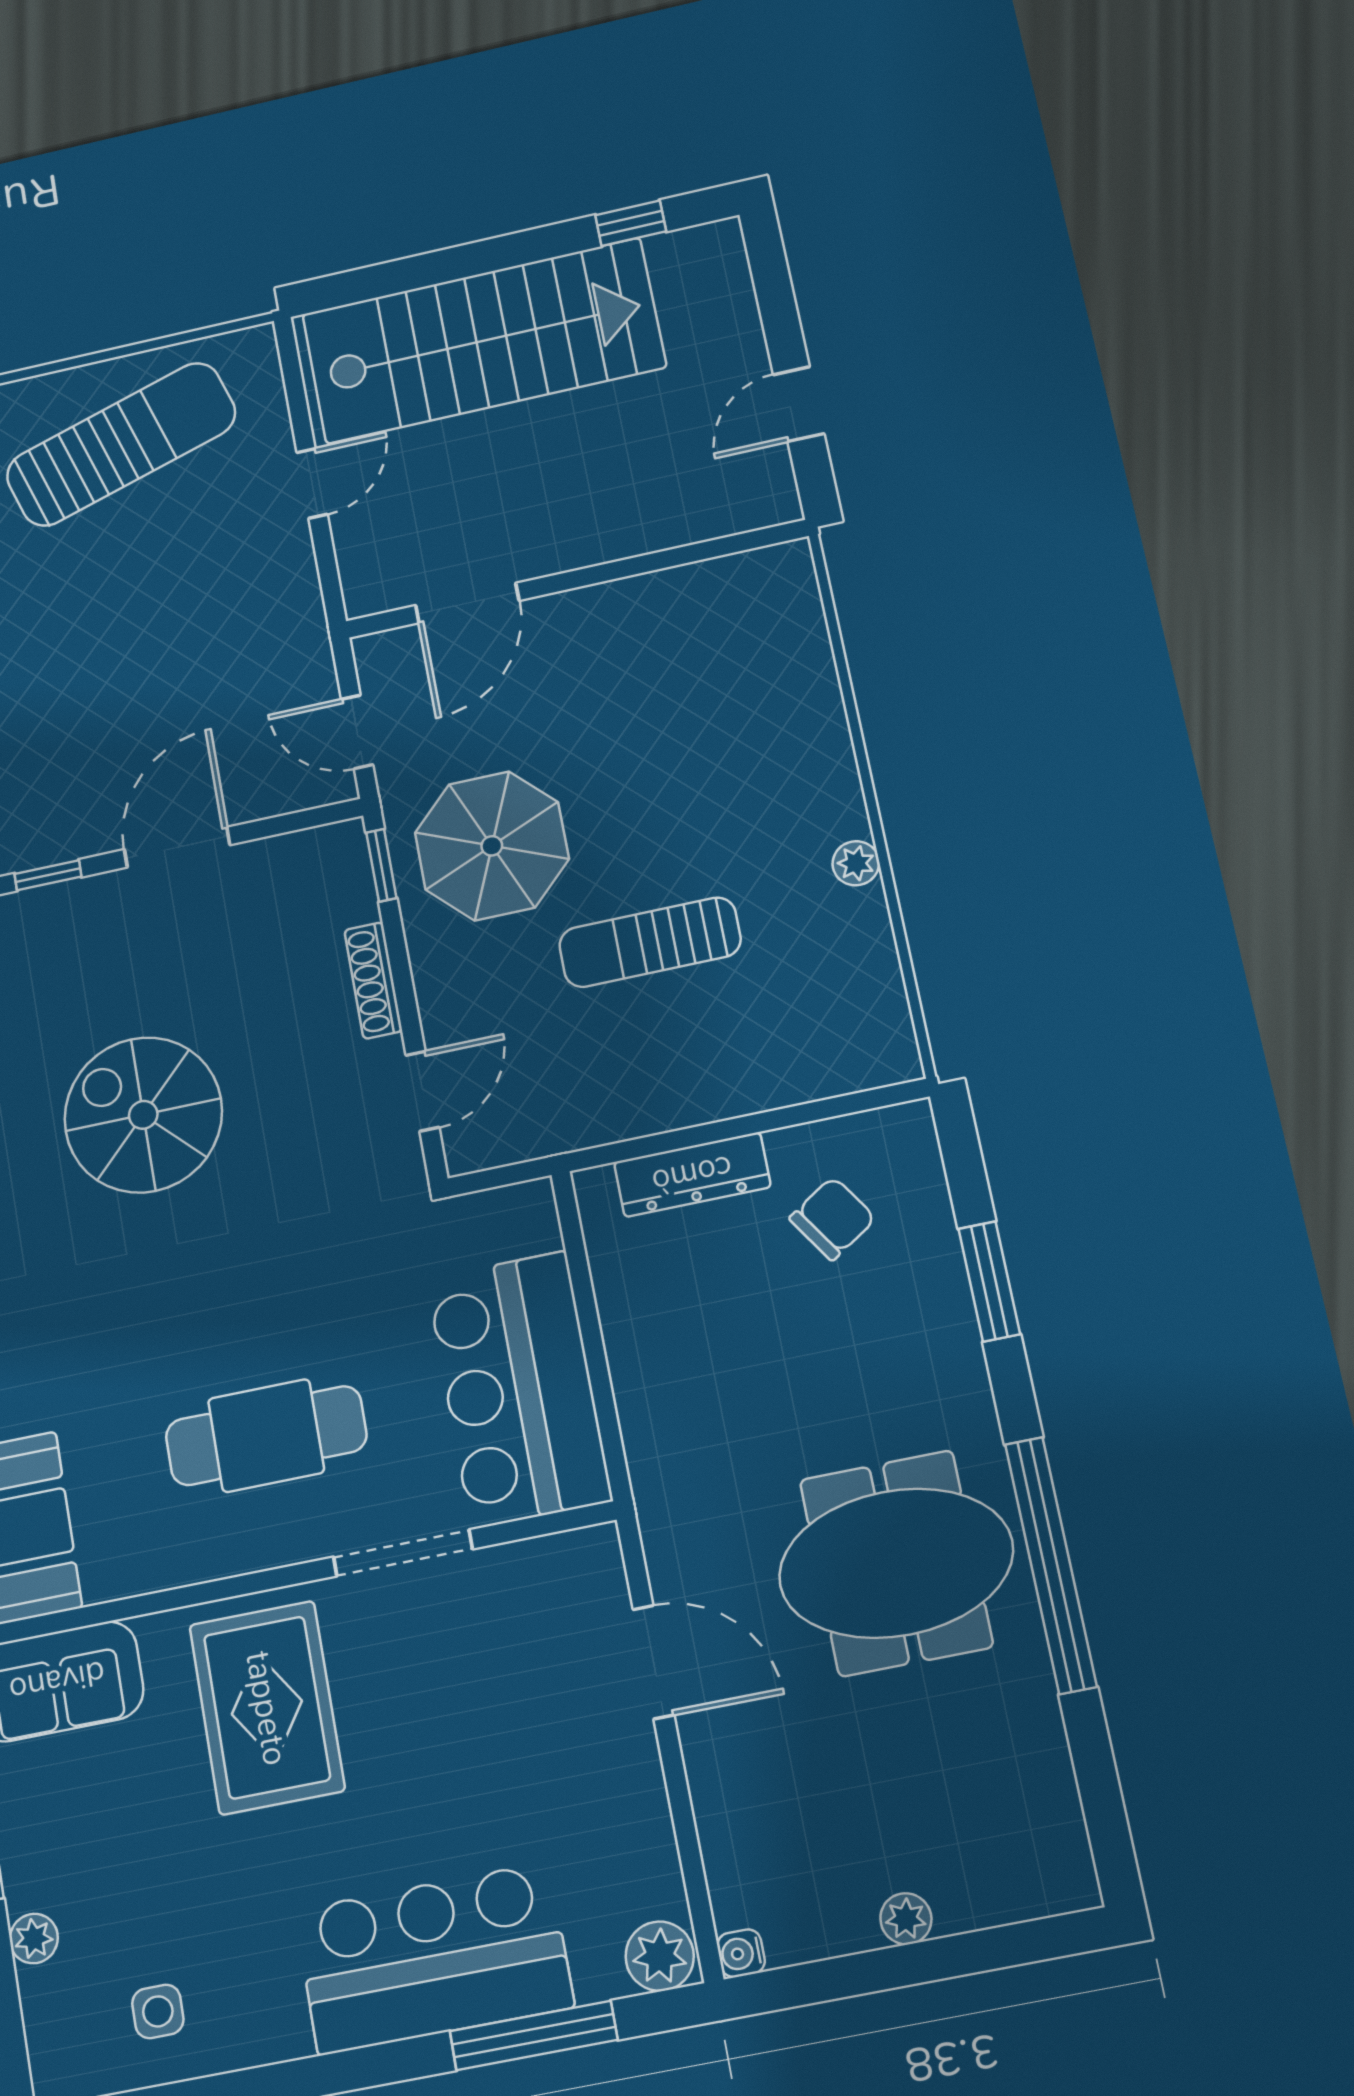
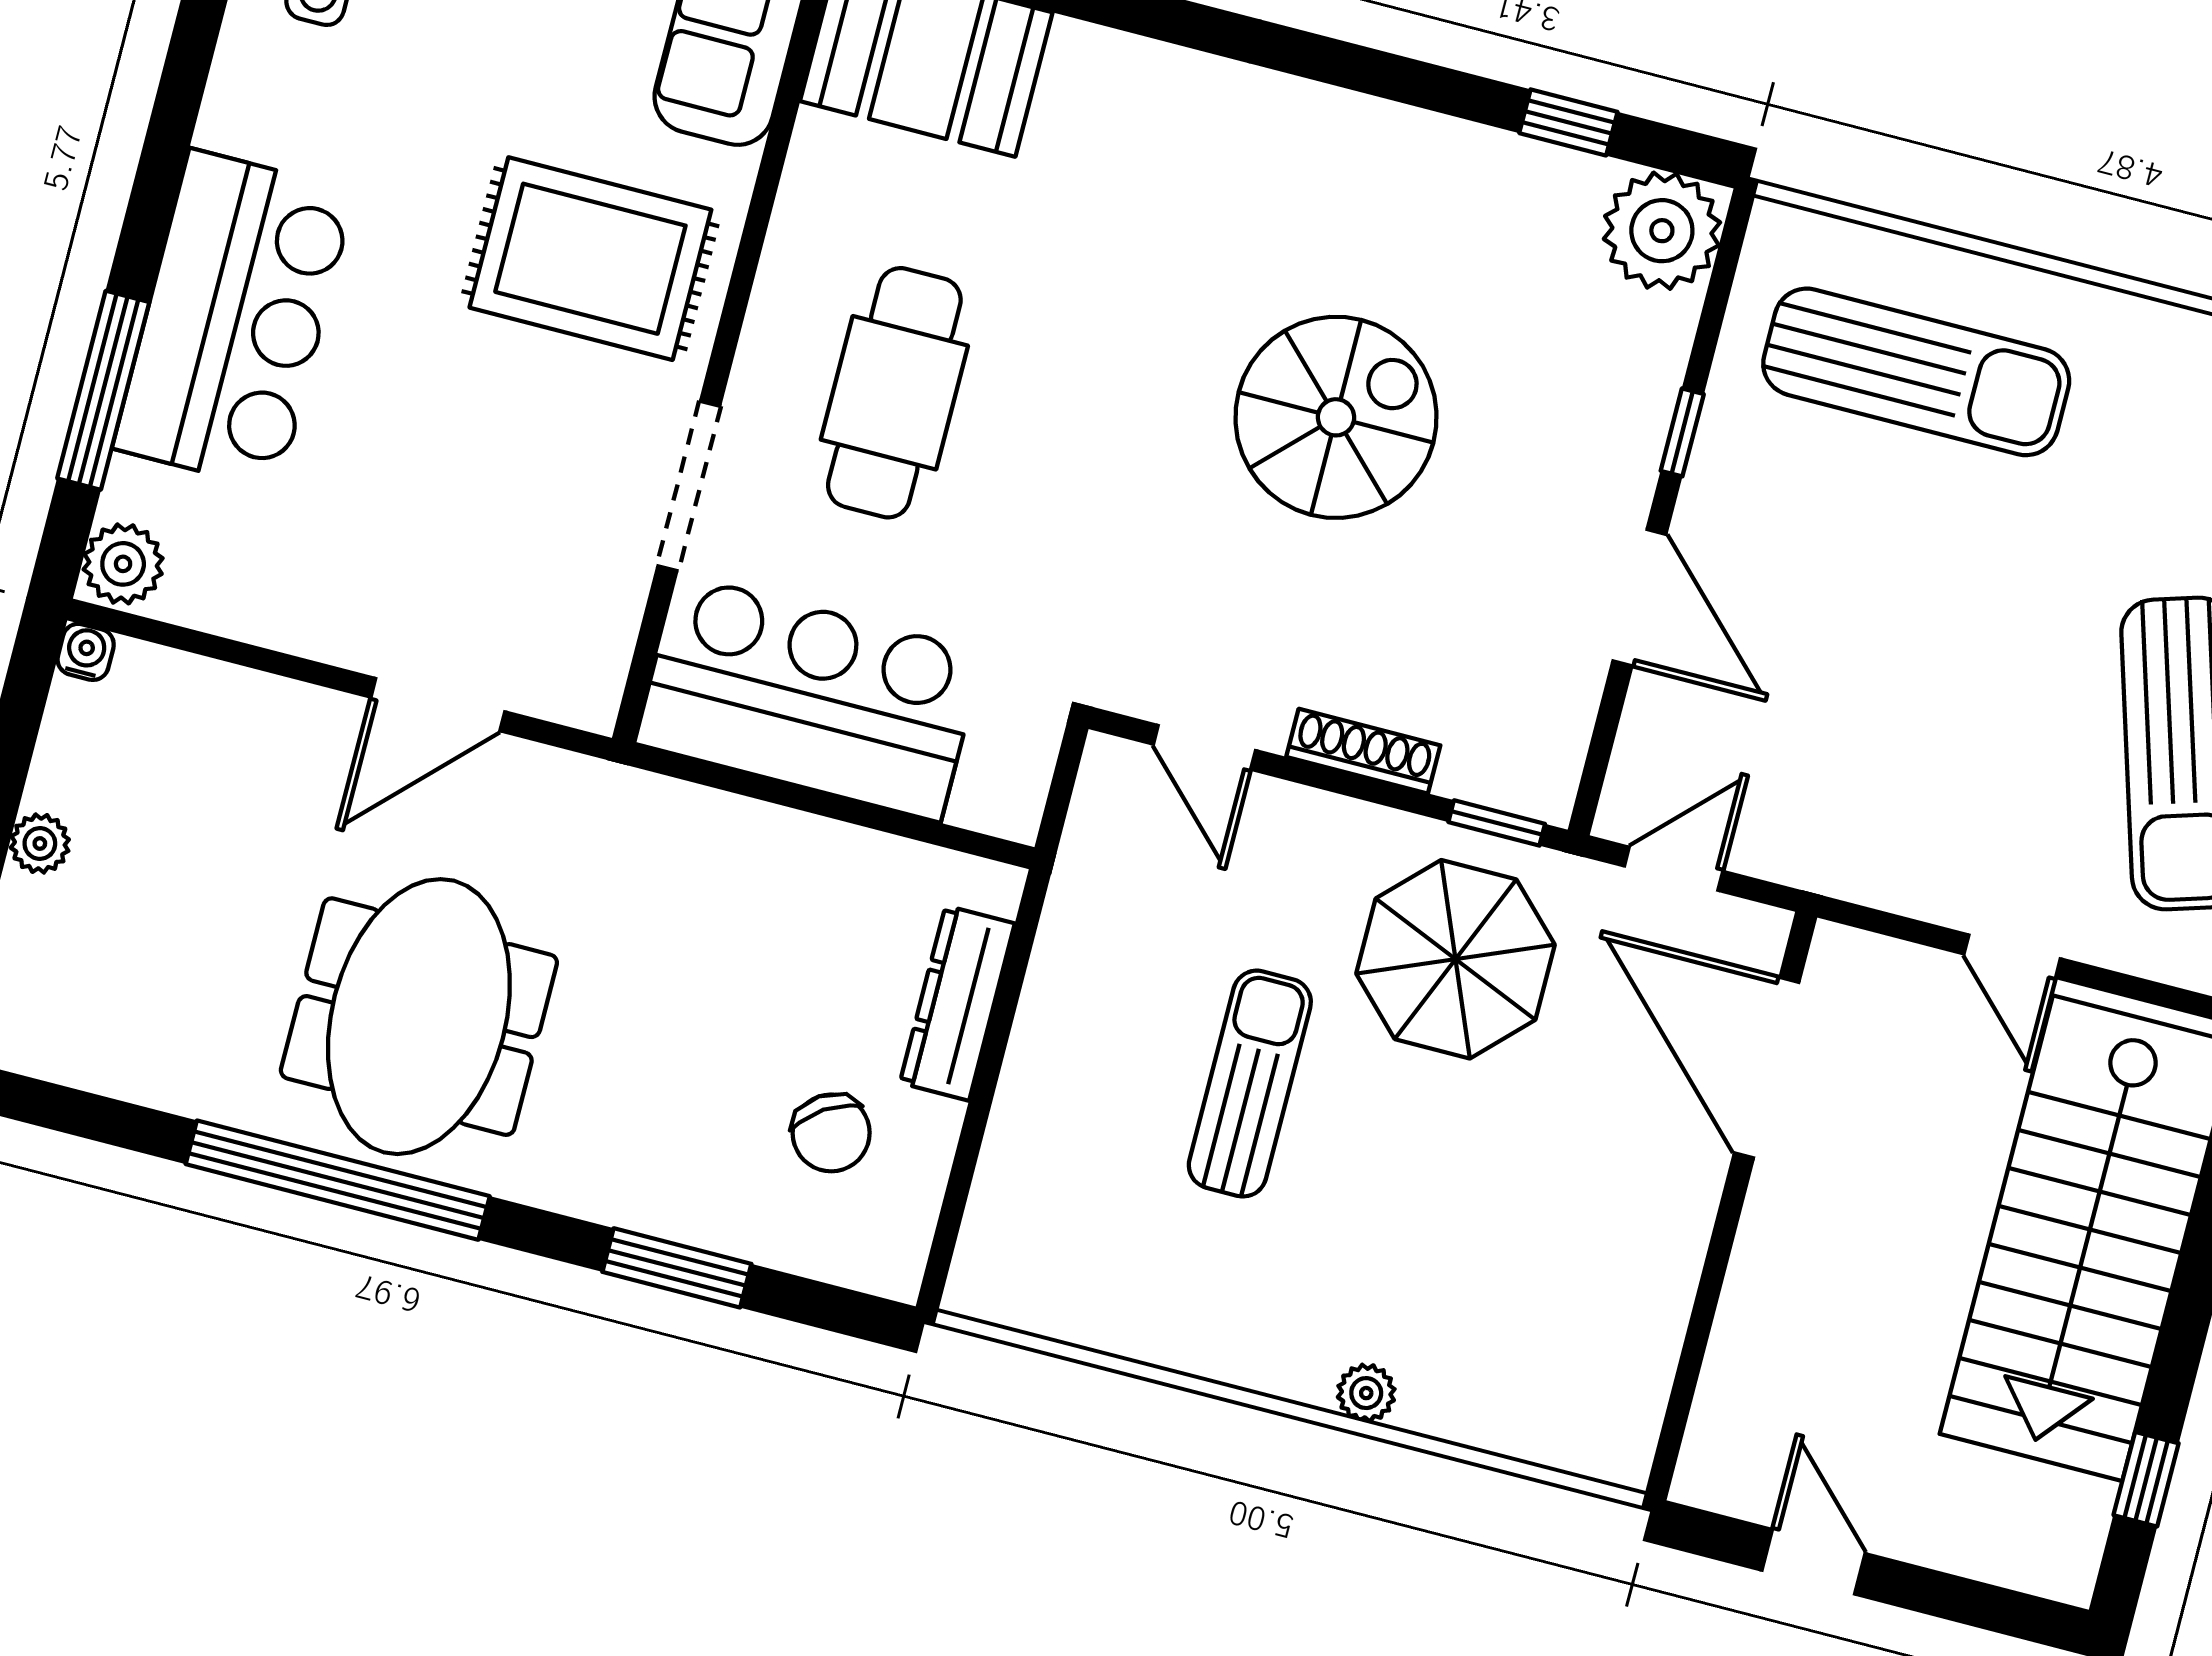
door: (467, 603) -> (1767, 1068), width x1.36
plant: (856, 863) -> (1366, 1393), moved

